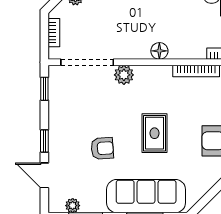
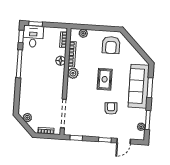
floor lamp: (159, 51) -> (61, 61), moved
plant: (124, 75) -> (73, 73), moved
rug: (154, 133) -> (105, 79), turned 90

